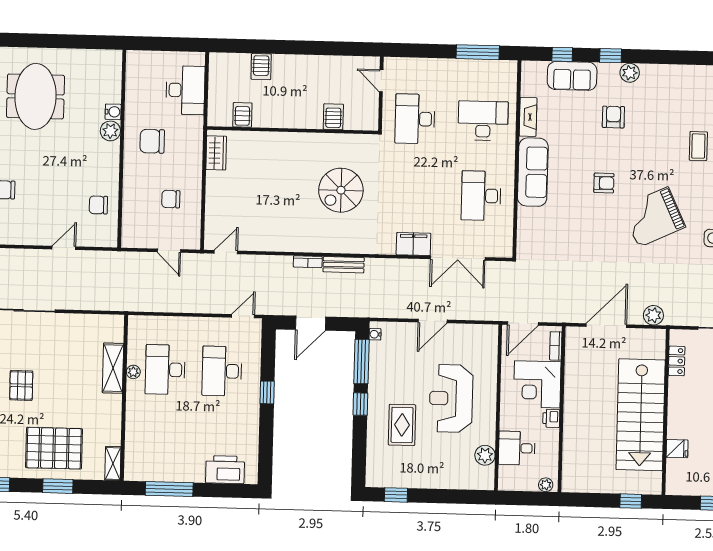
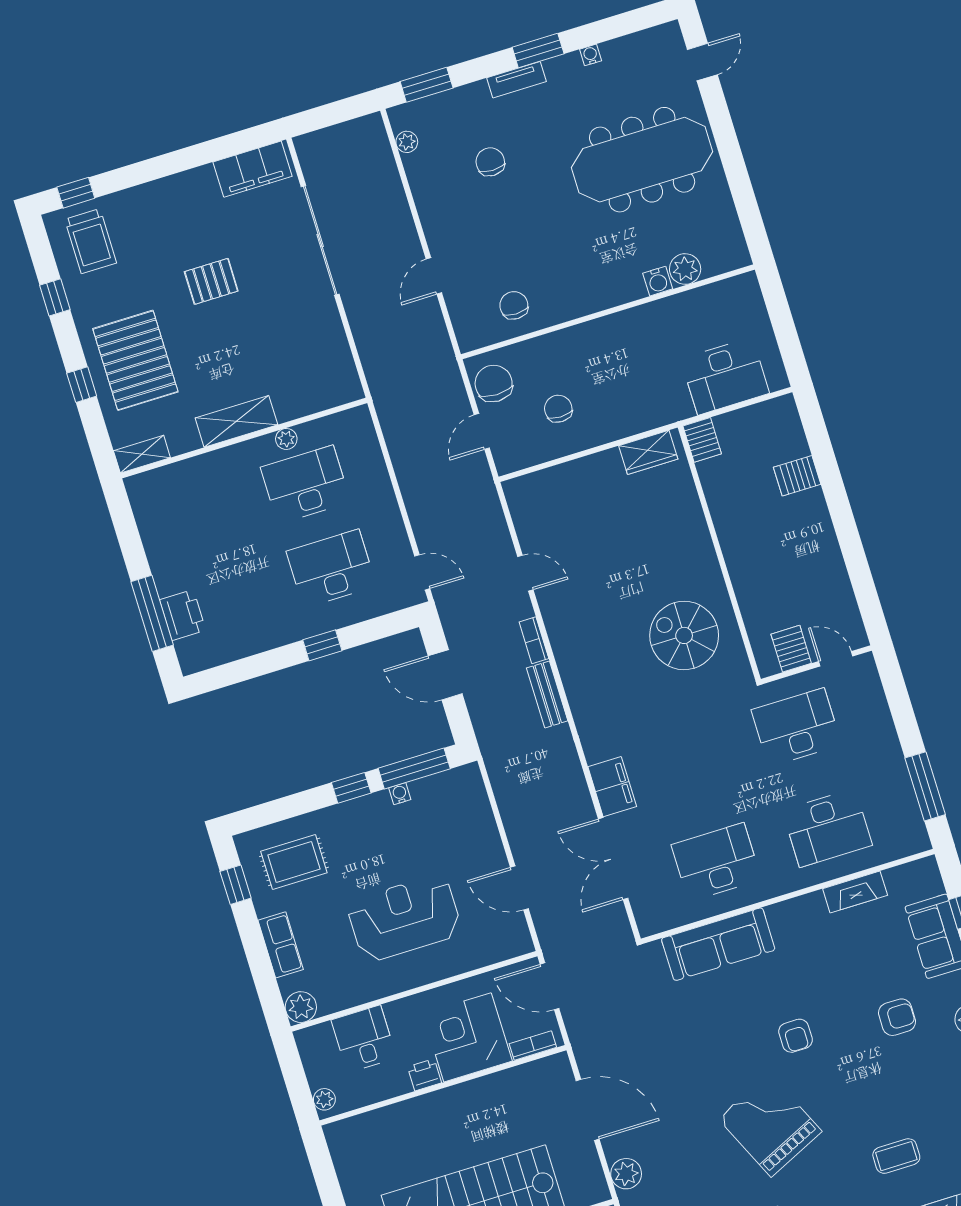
door: (381, 81) -> (836, 659), hinge flipped
meeting table: (36, 96) -> (642, 160), width x1.36
server rack: (242, 115) -> (702, 440), moved, turned 90
server rack: (333, 117) -> (791, 649), moved, turned -90
desk: (483, 121) -> (827, 828), turned 90
plant: (110, 131) -> (685, 269), moved
chair: (152, 141) -> (494, 383), moved
sofa: (533, 172) -> (718, 944), moved
spiral stairs: (341, 190) -> (684, 635), moved
door: (64, 248) -> (434, 276), swing flipped
door: (226, 252) -> (525, 573), moved
door: (433, 321) -> (519, 888), moved
water cooler: (375, 334) -> (400, 794), moved
shelving: (113, 368) -> (236, 421), moved
rug: (402, 425) -> (294, 862), moved
plant: (485, 455) -> (301, 1007), moved
printer: (225, 470) -> (183, 615), width x0.73, depth x0.84
row of seats: (442, 480) -> (281, 945), added
window: (58, 486) -> (82, 385), width x0.67
window: (169, 489) -> (152, 613), moved

